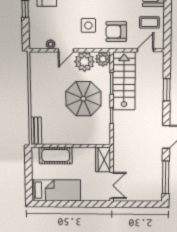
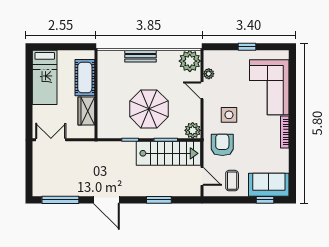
plant: (84, 62) -> (190, 61), moved
bench: (36, 131) -> (141, 56), moved
wardrobe: (103, 160) -> (86, 111), moved, turned -90
double door: (112, 185) -> (51, 140), swing flipped

